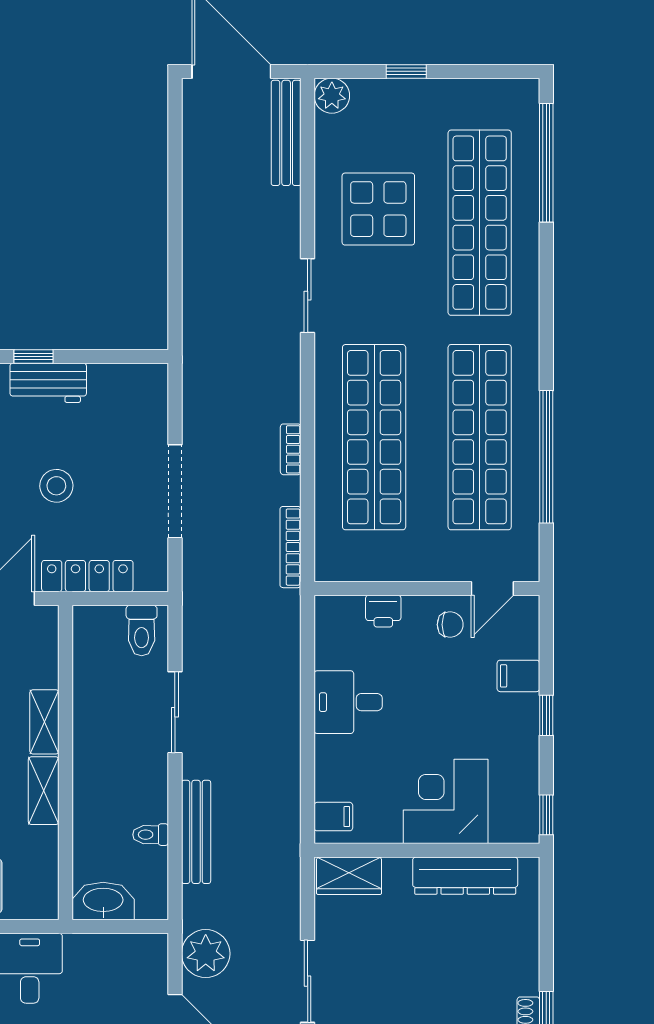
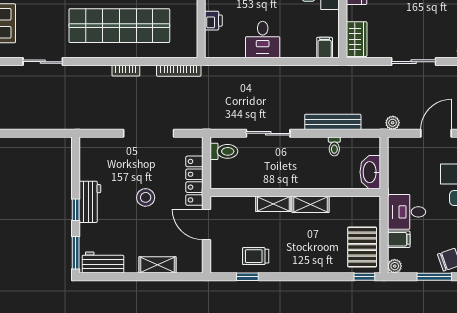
plant: (206, 954) -> (393, 123), width x0.53, depth x0.53

